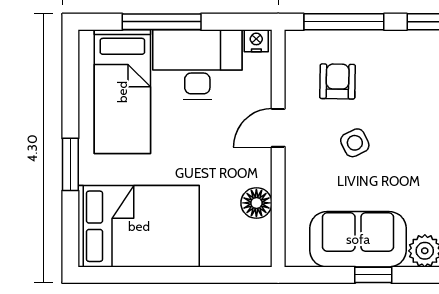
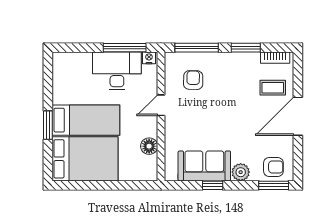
window: (162, 22) -> (125, 48), moved
bed: (122, 92) -> (86, 120), moved, turned -90
side table: (355, 143) -> (203, 113), removed

